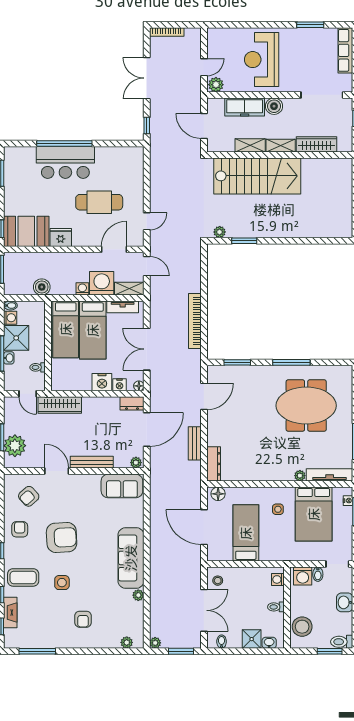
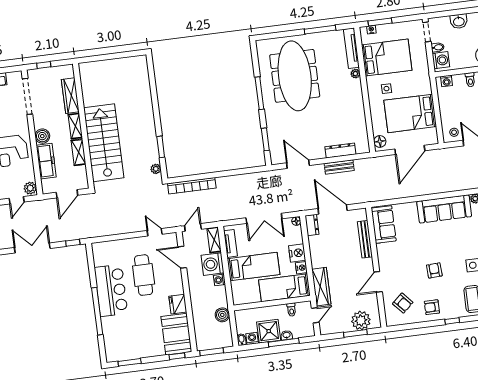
door: (204, 67) -> (17, 200), swing flipped
double door: (147, 78) -> (32, 248), swing flipped
bar counter: (65, 162) -> (111, 290), moved
bookcase: (195, 321) -> (192, 186), moved
bed: (66, 329) -> (284, 288), moved, turned 180
nightstand: (120, 385) -> (301, 268), moved
meeting table: (306, 406) -> (295, 76), width x1.36
bench: (92, 462) -> (365, 239), moved
plant: (136, 463) -> (362, 215), removed
dresser: (214, 464) -> (340, 150), moved
bed: (246, 533) -> (410, 113), width x1.50
armchair: (62, 537) -> (434, 270), width x0.53, depth x0.53

